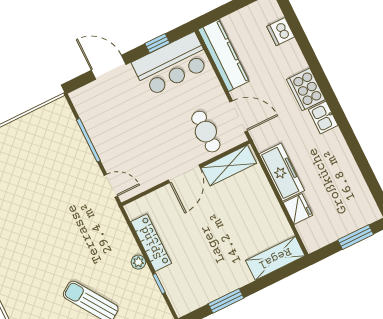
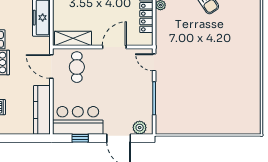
plant: (89, 94) -> (140, 128), added
door: (184, 174) -> (114, 47), moved

